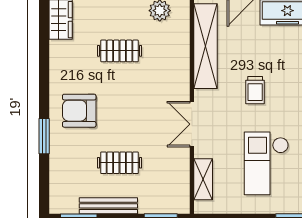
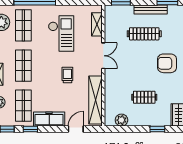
armchair: (79, 111) -> (167, 63), turned 180
clothes rail: (119, 163) -> (144, 34), width x1.36

